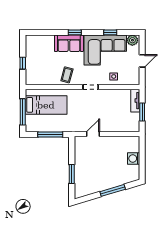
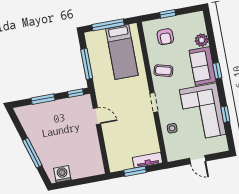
plant: (132, 40) -> (202, 40), moved
armchair: (40, 68) -> (165, 37), added
window: (72, 147) -> (76, 93), added
washing machine: (134, 158) -> (62, 174), moved

